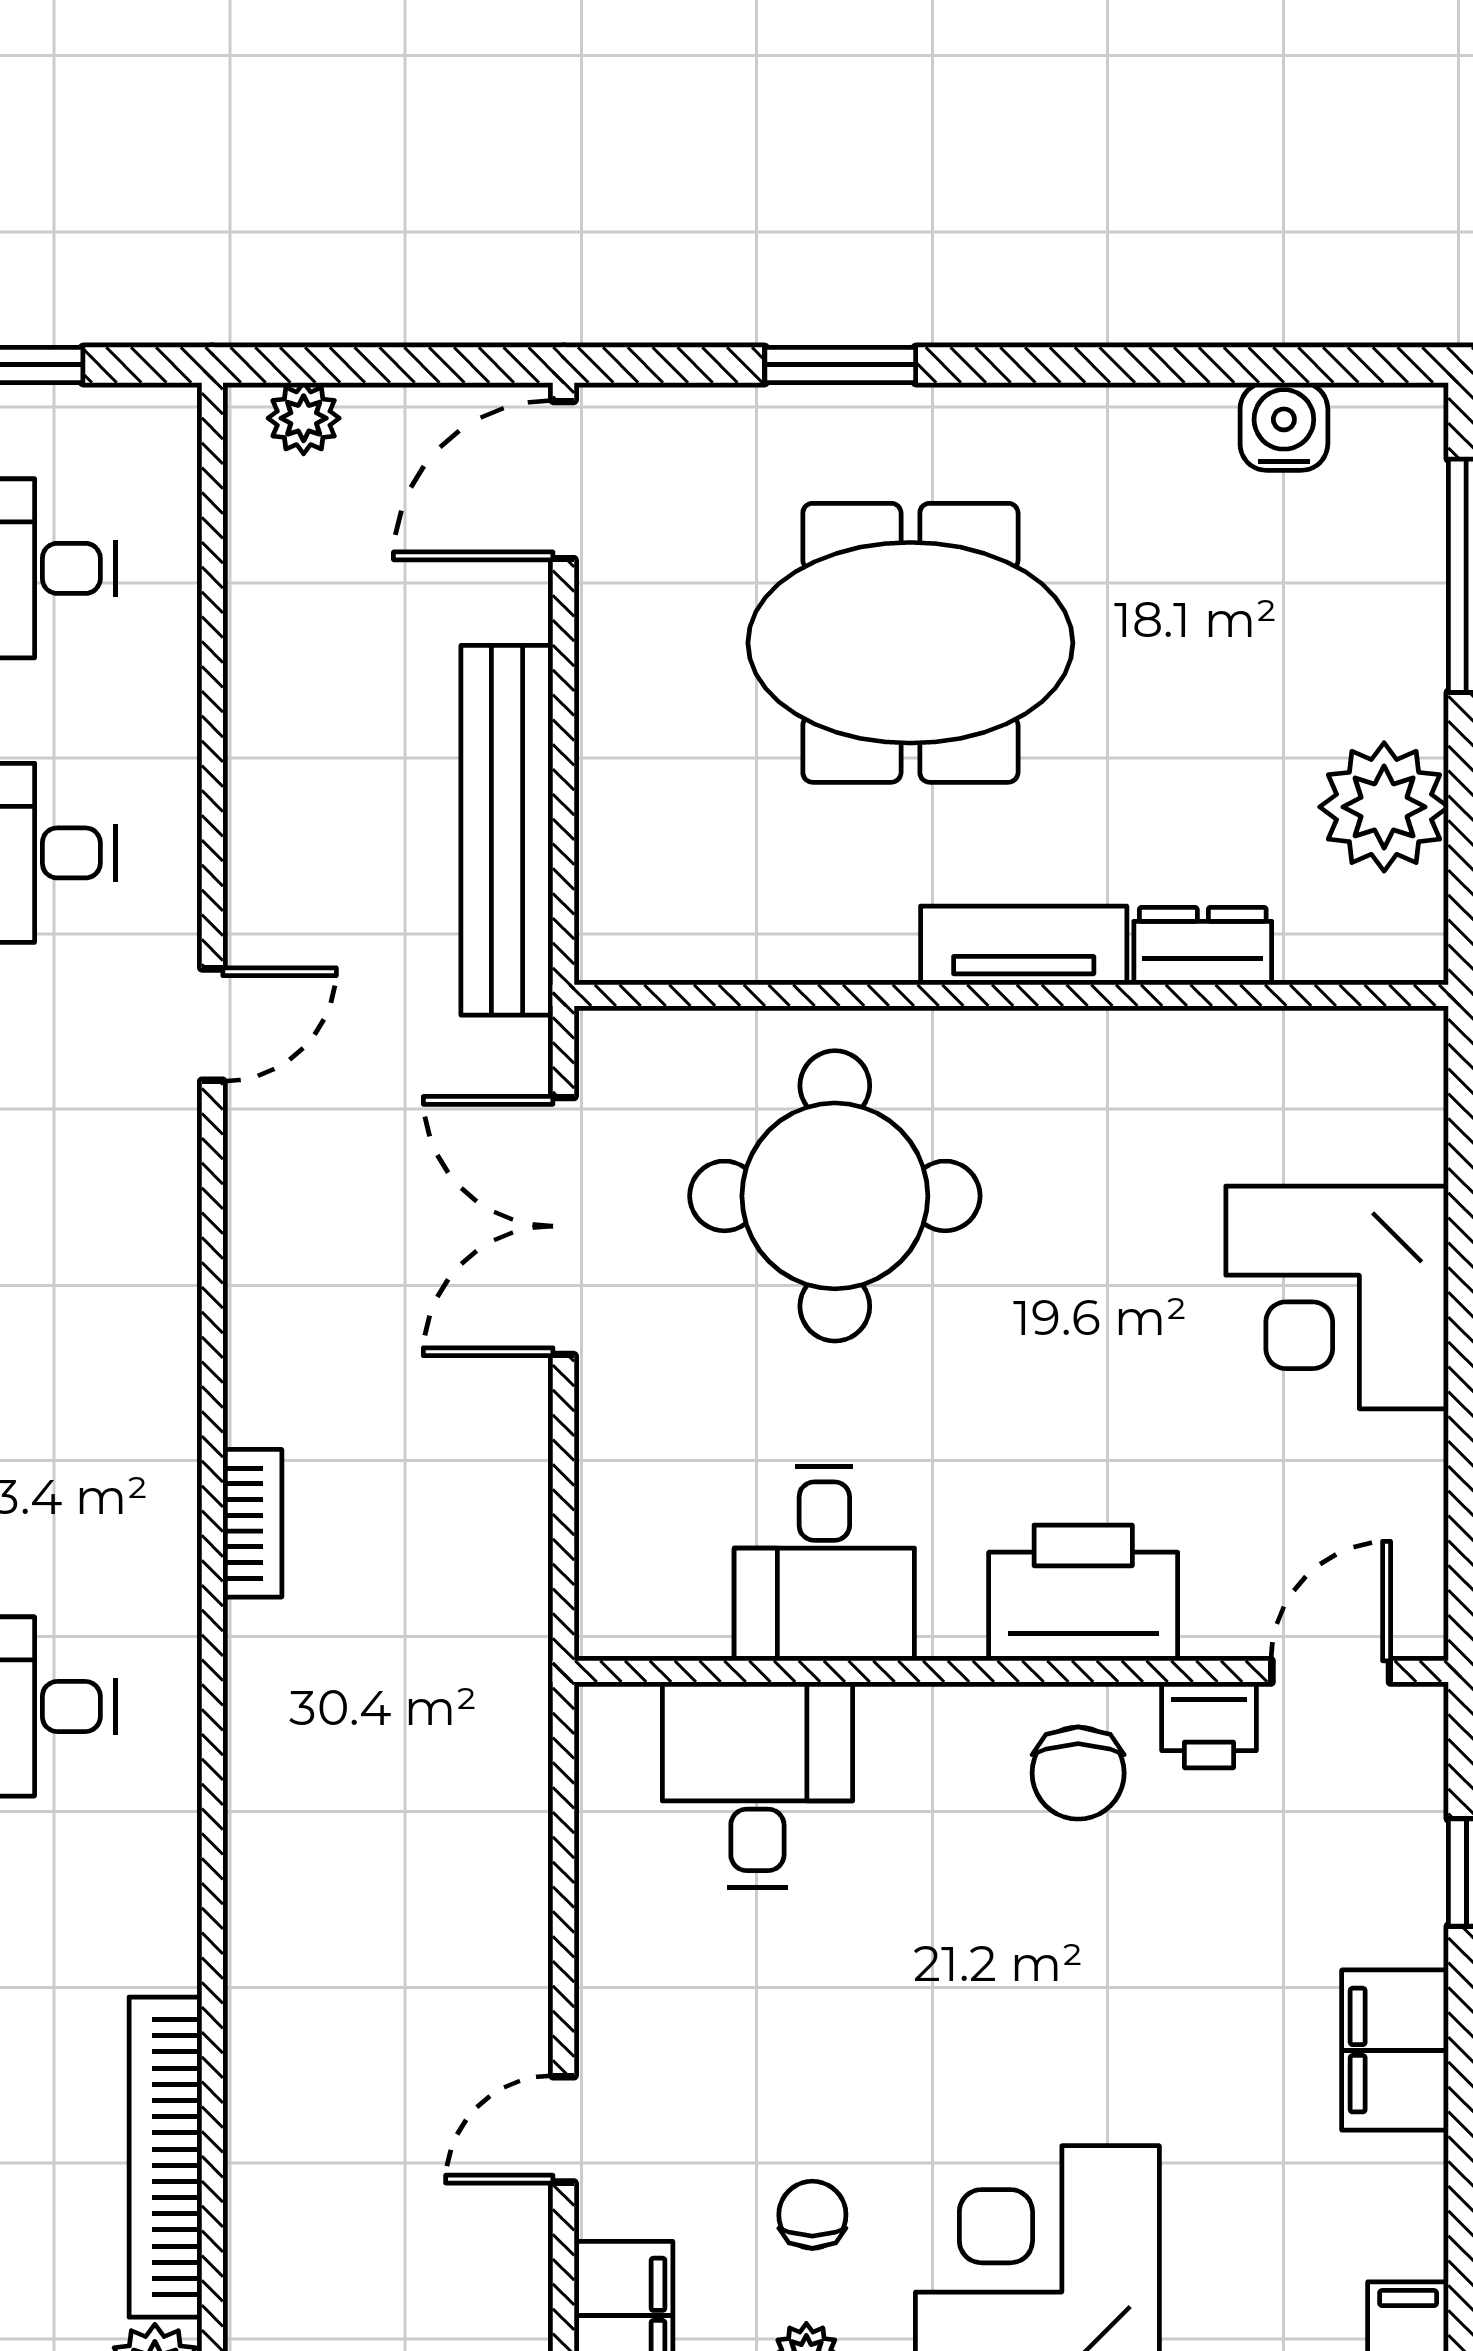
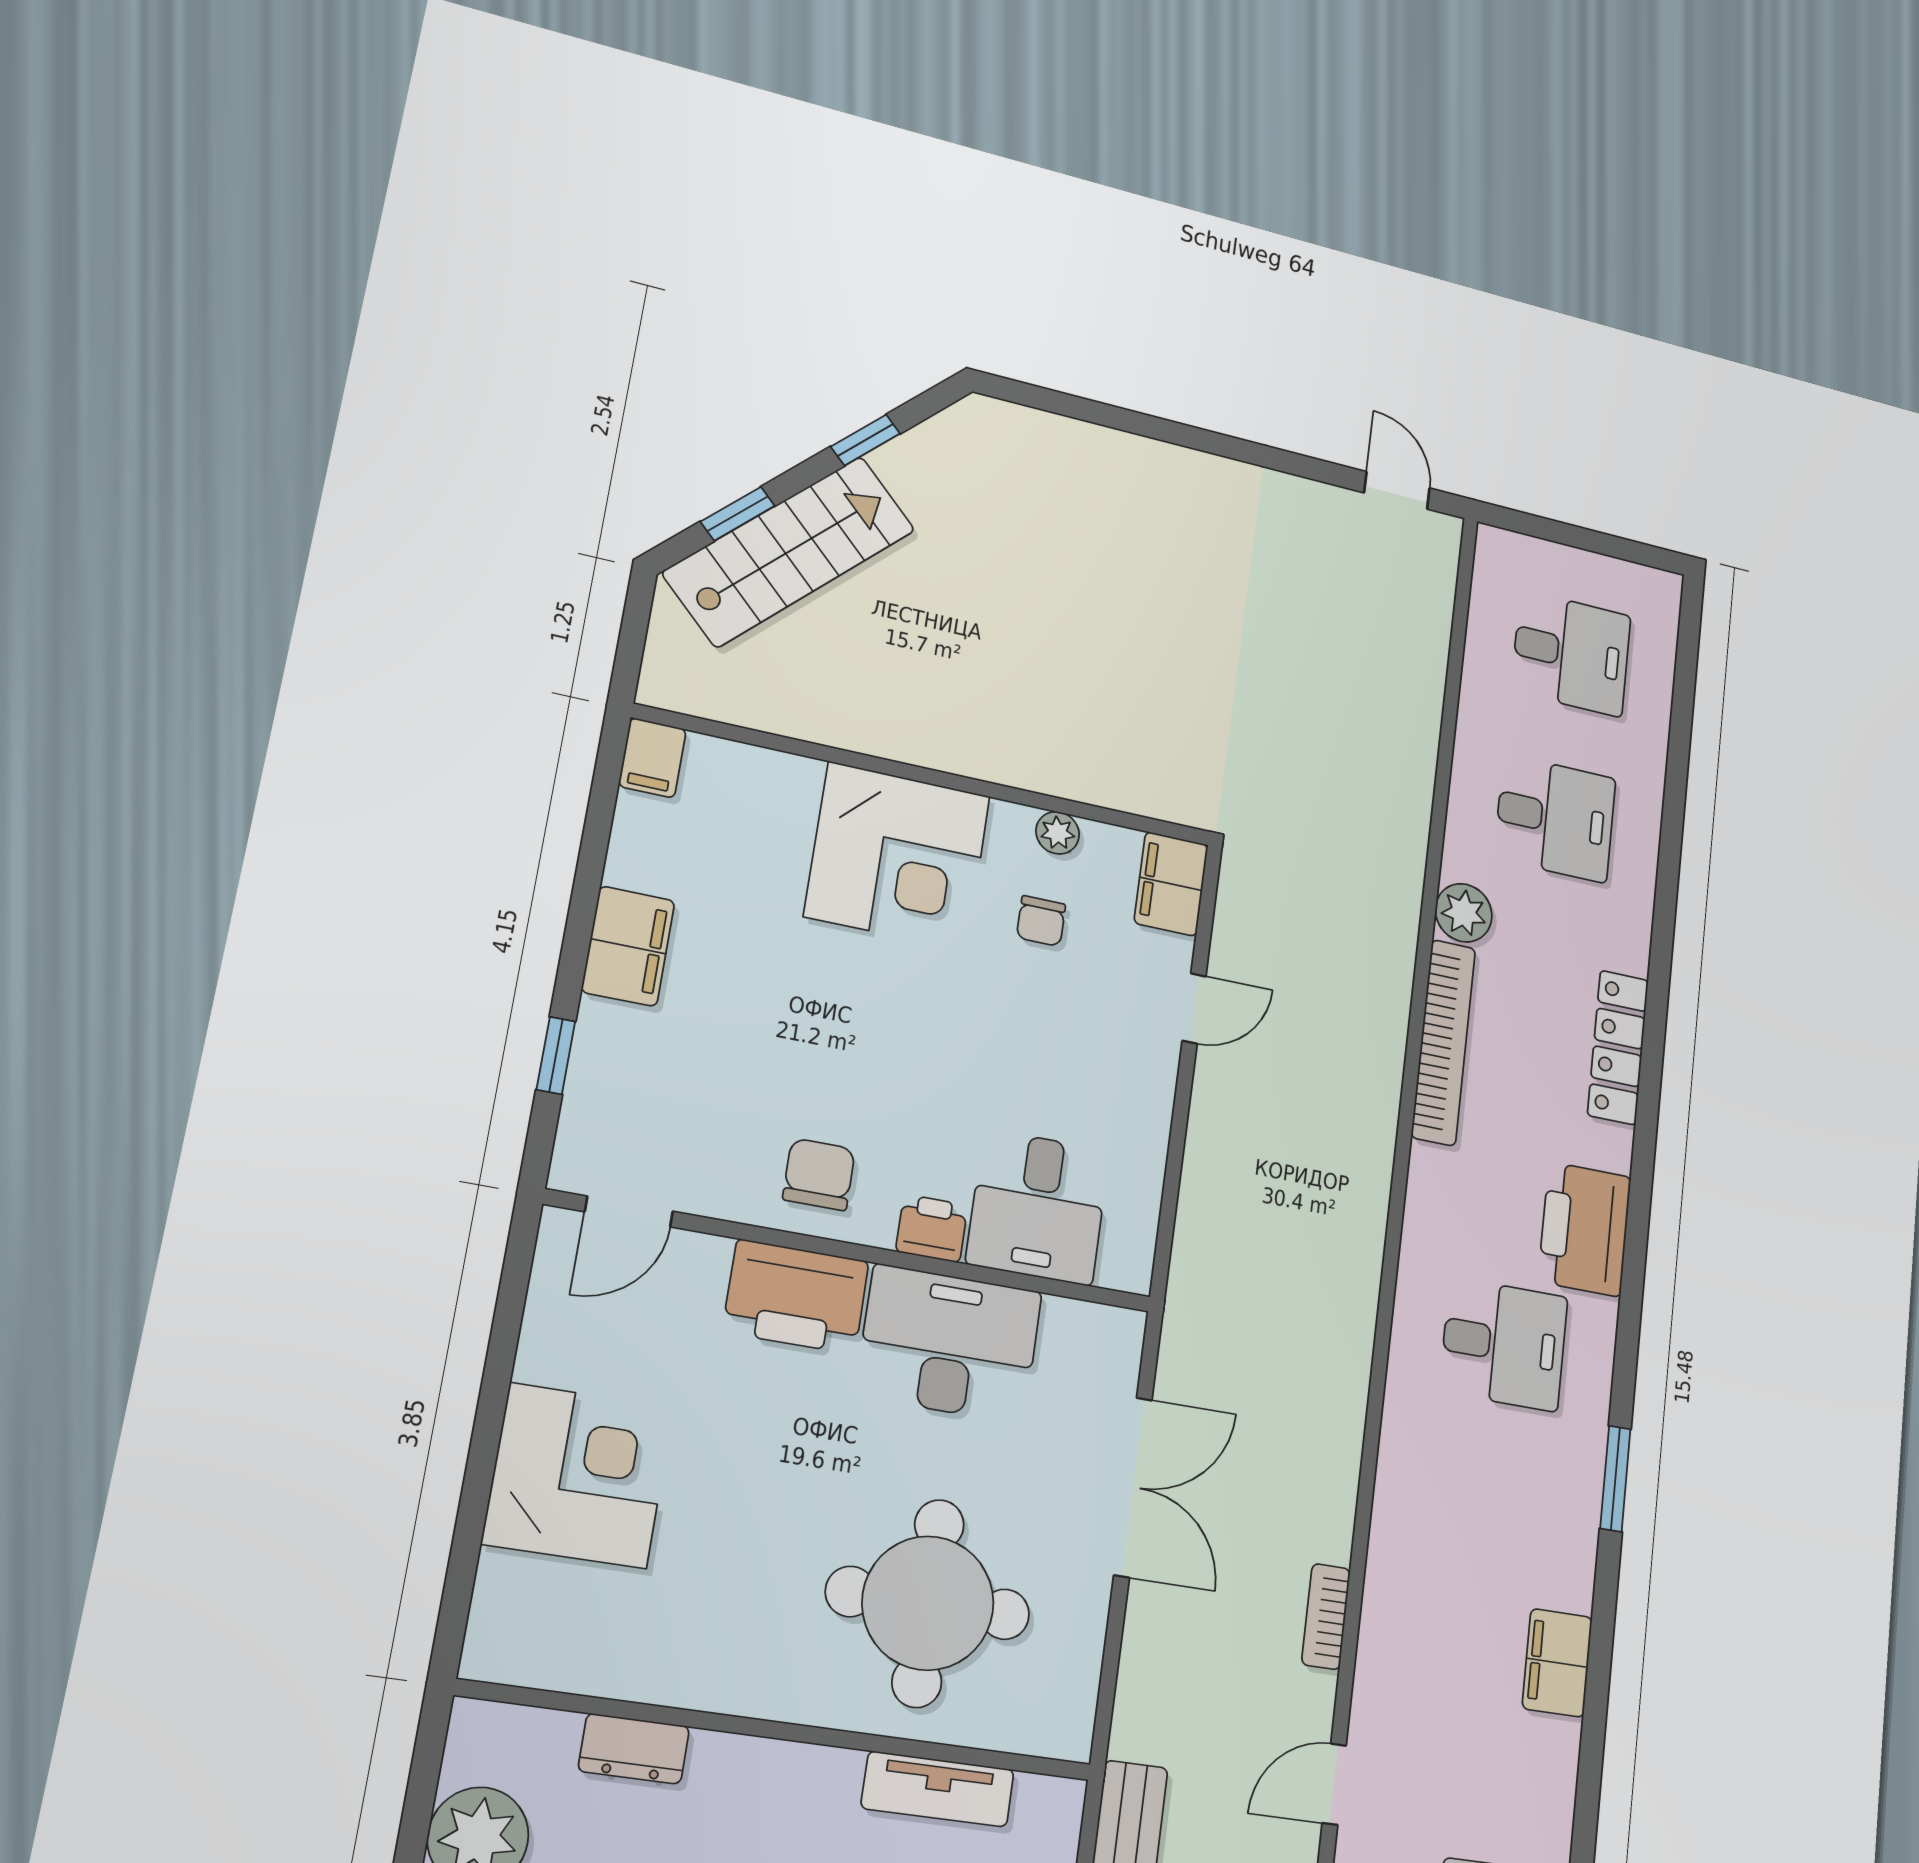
tv unit: (1024, 945) -> (938, 1789), moved
double door: (563, 1226) -> (1133, 1487), moved
bookcase: (252, 1523) -> (1326, 1617), moved
desk: (824, 1564) -> (949, 1344), width x1.37
printer: (1209, 1725) -> (932, 1228), moved

